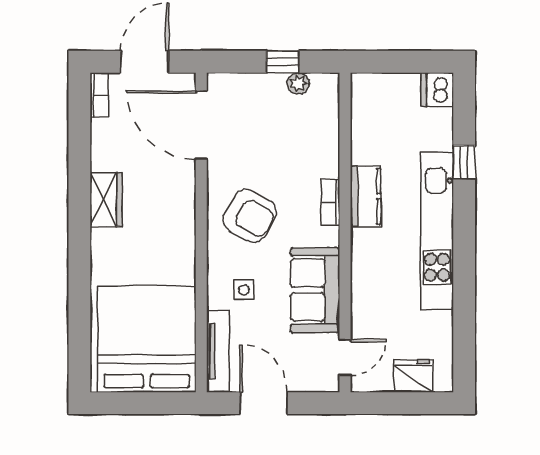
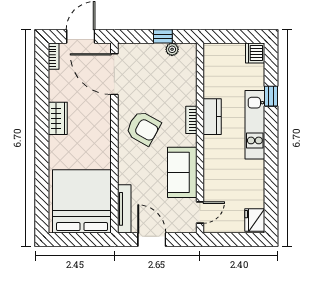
kitchen unit: (437, 231) -> (255, 125), width x0.73
side table: (244, 290) -> (140, 172), removed
fridge: (413, 376) -> (255, 220), moved, turned -90

